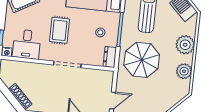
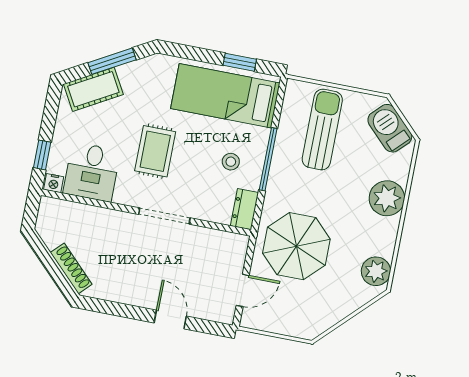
parasol: (142, 60) -> (296, 246), moved
plant: (184, 71) -> (376, 271), moved

